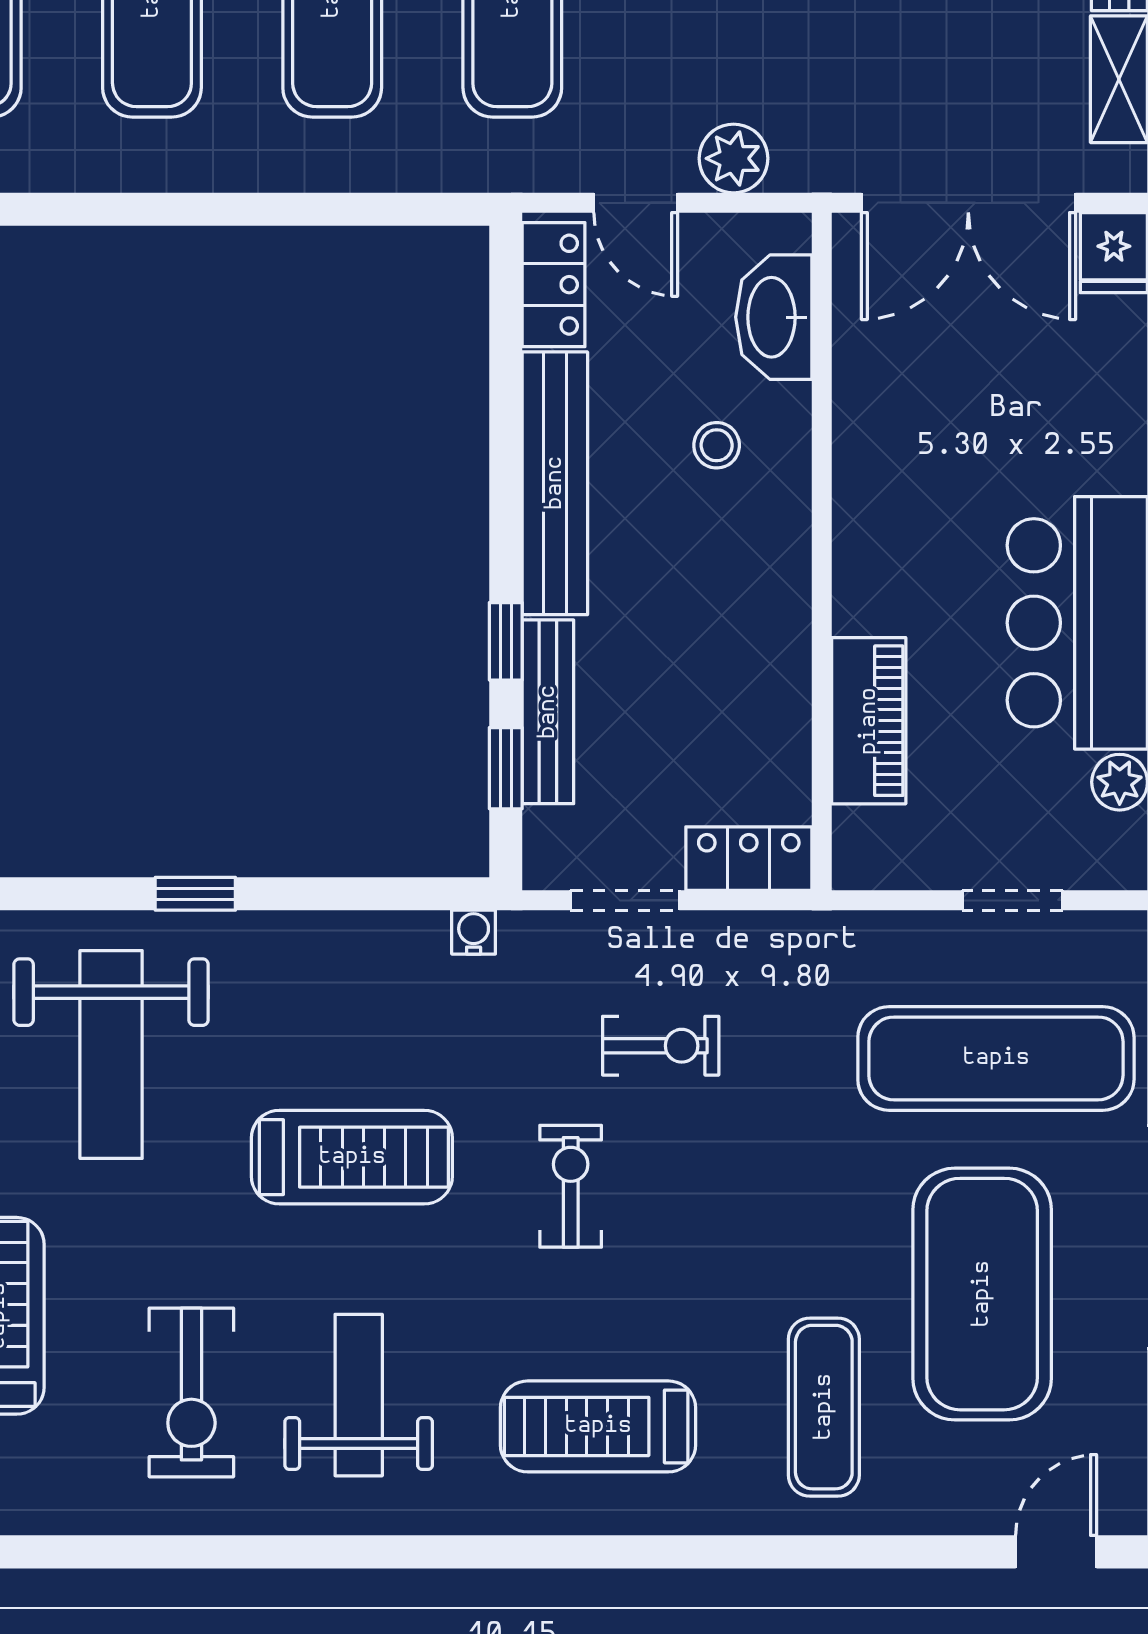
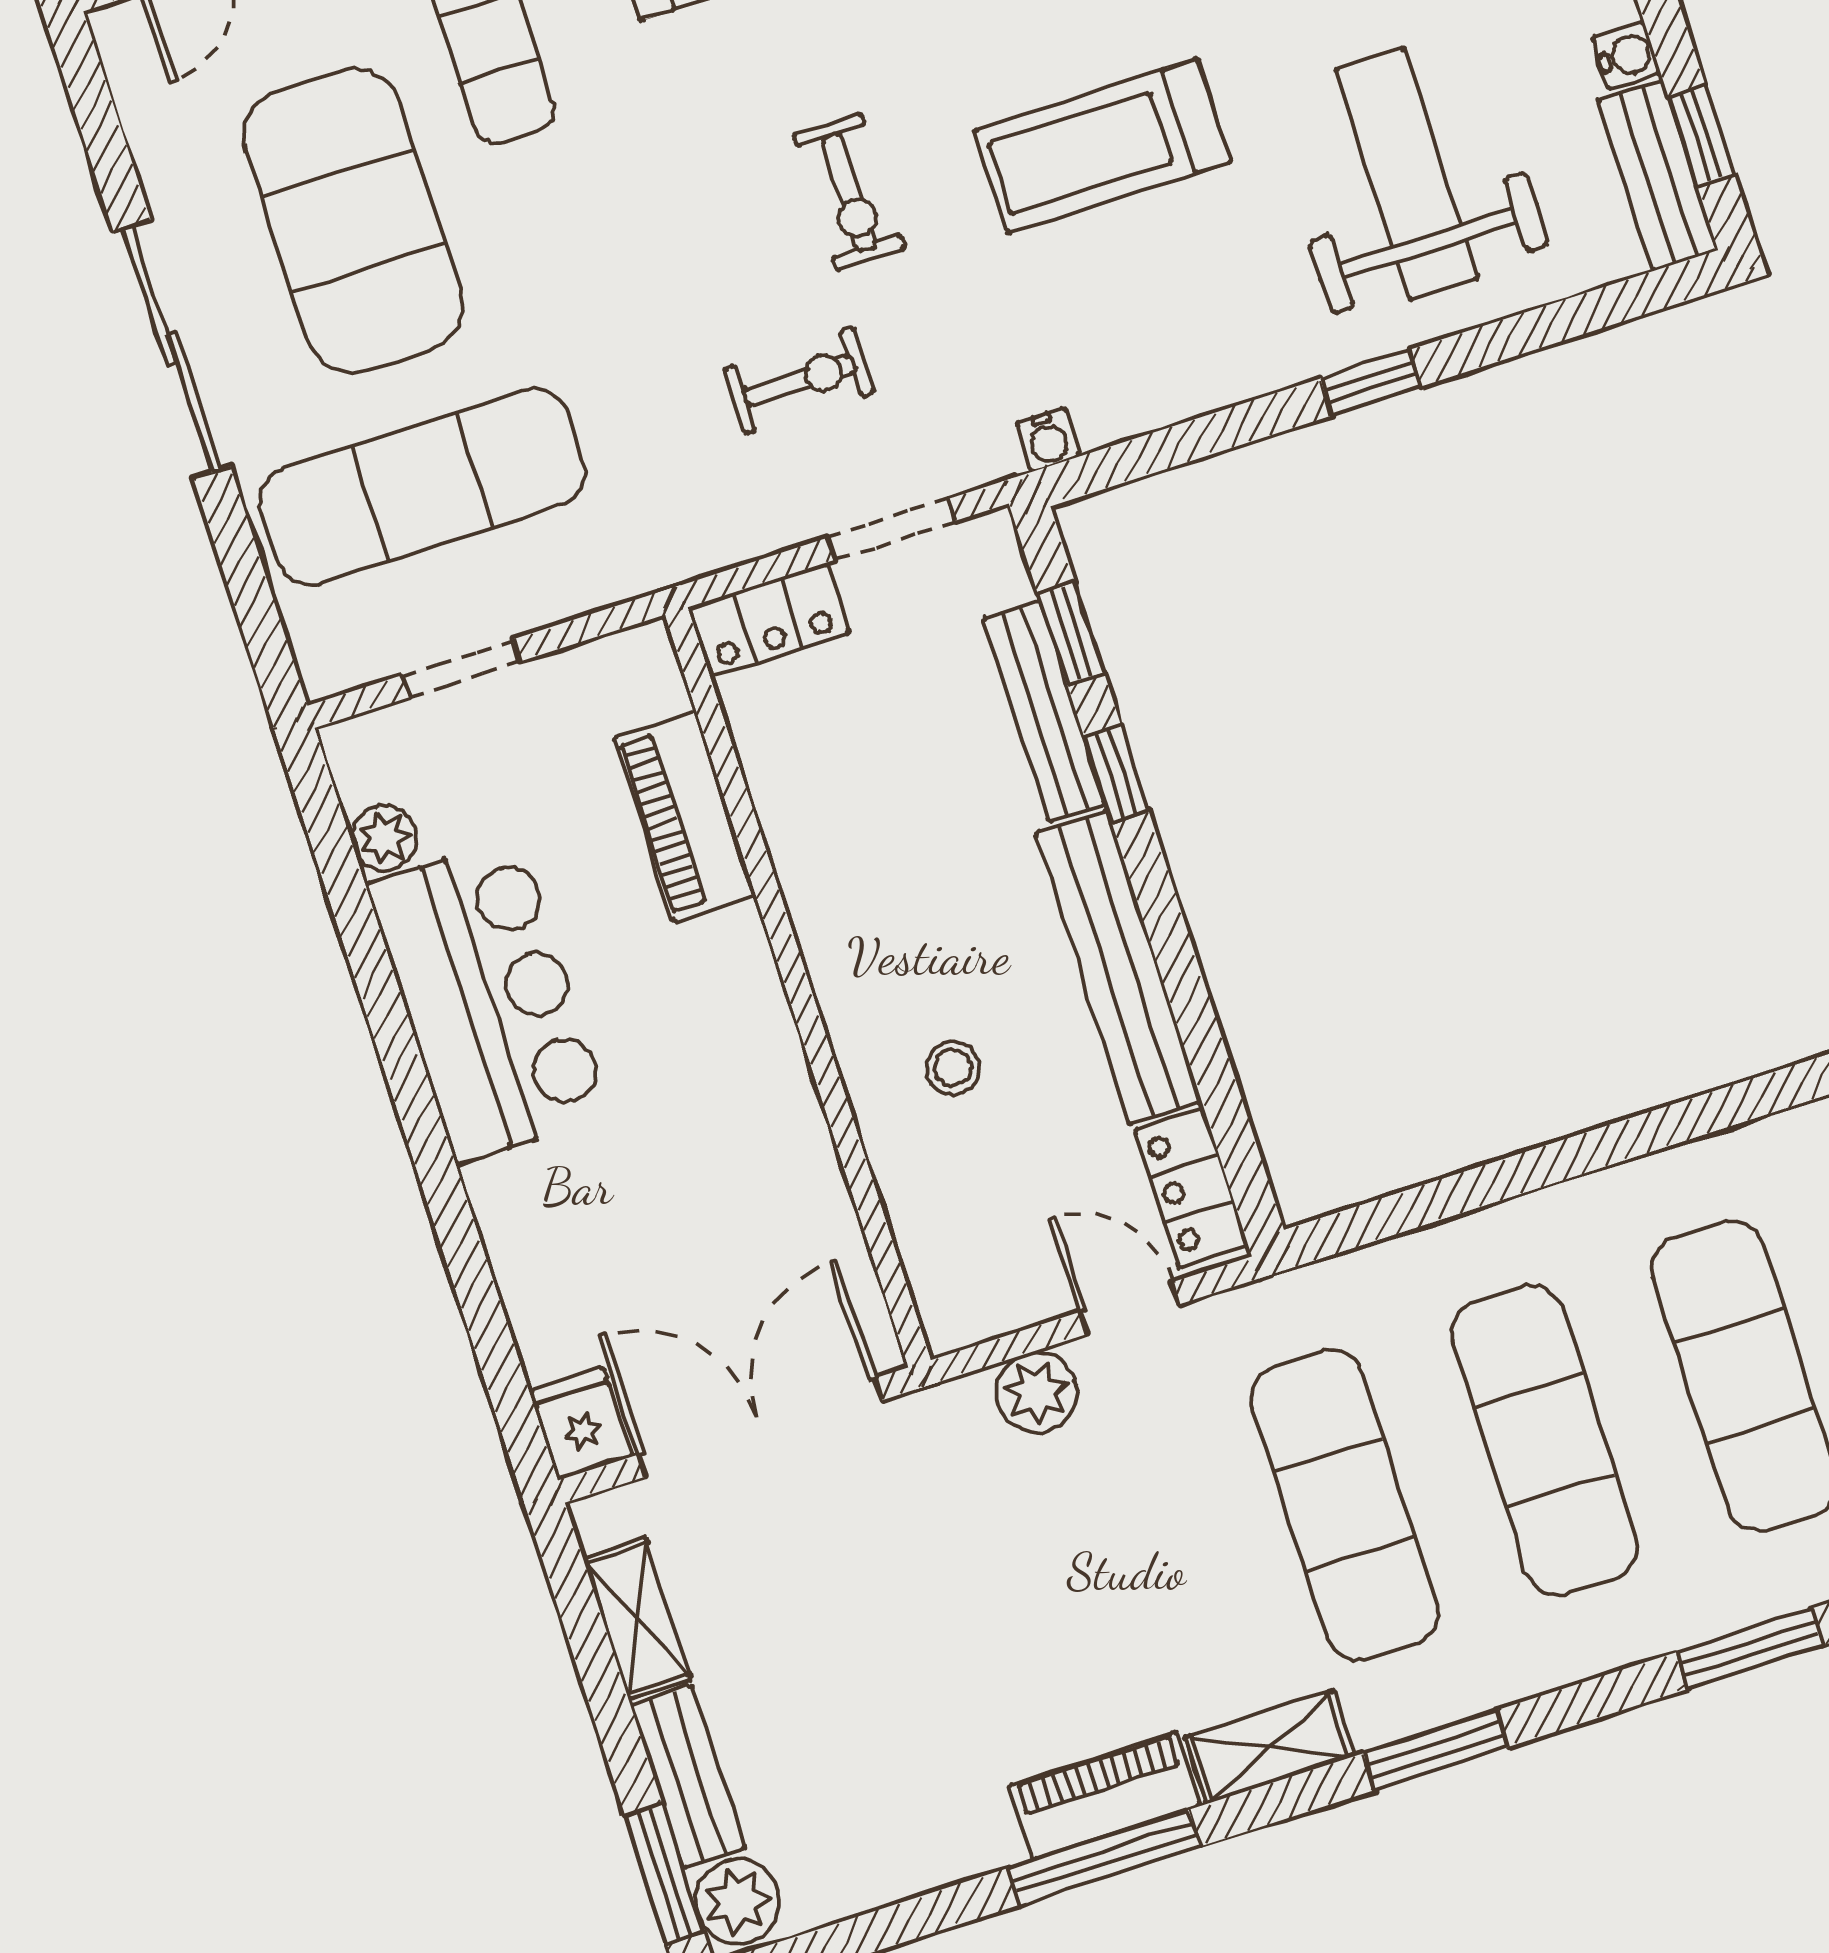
washbasin: (774, 317) -> (935, 1230), removed
exercise bike: (661, 1046) -> (799, 381), turned 180

